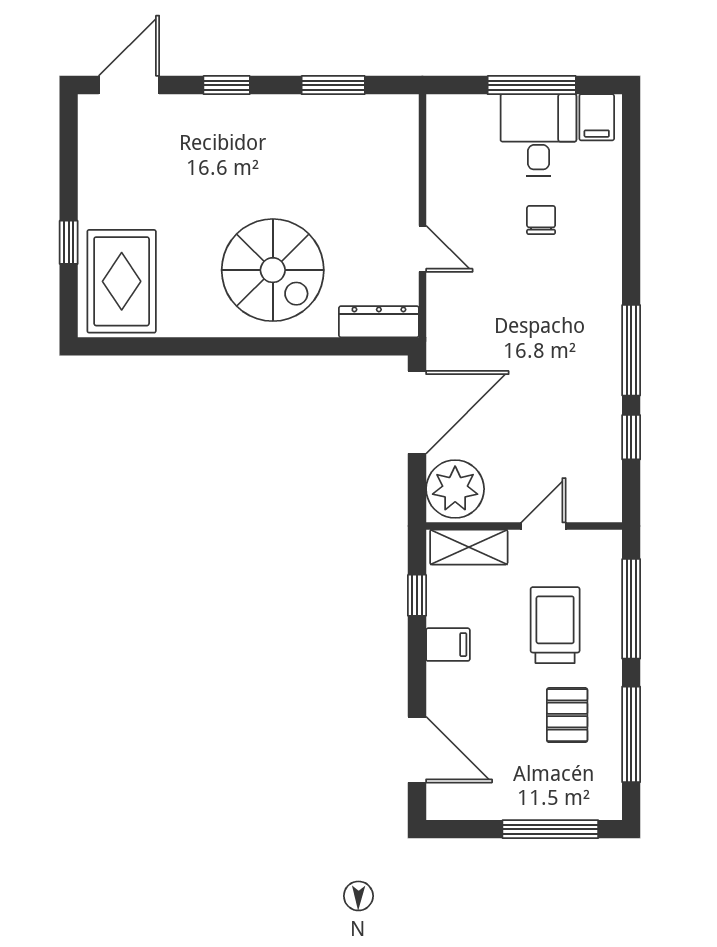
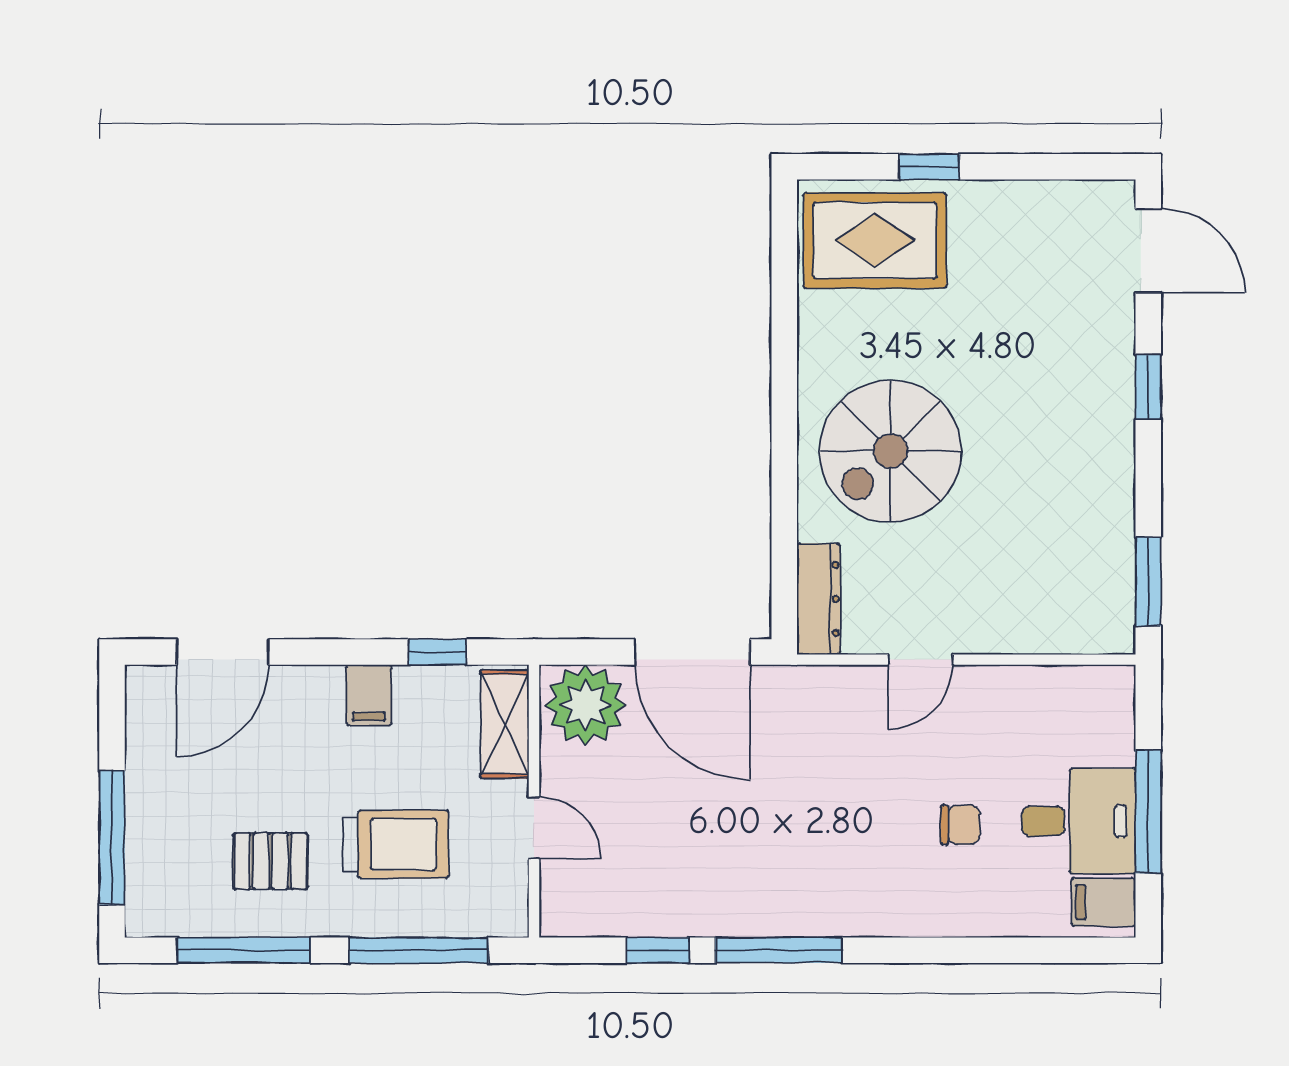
window: (333, 85) -> (1148, 582), moved

